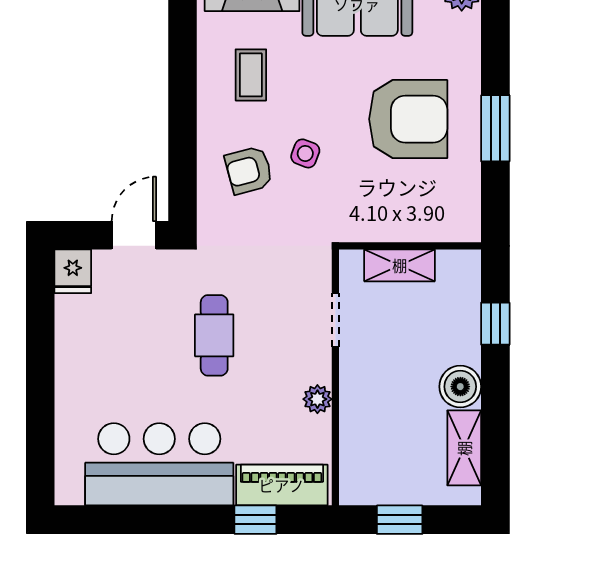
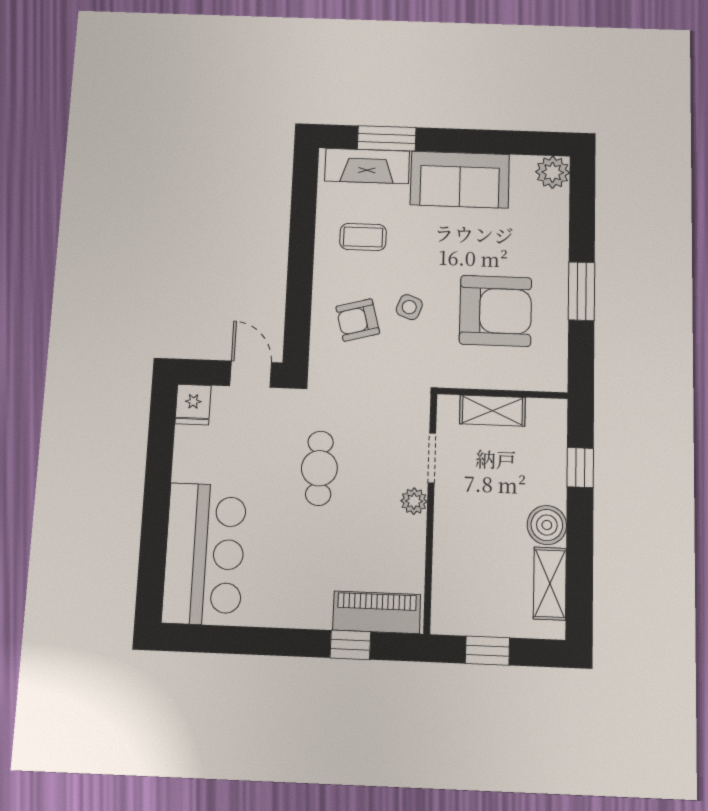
coffee table: (251, 75) -> (363, 237), turned 90
armchair: (408, 119) -> (496, 311), moved
door: (134, 235) -> (251, 374), hinge flipped
plant: (317, 399) -> (414, 501), moved
bar counter: (159, 464) -> (204, 554), moved, turned 90

